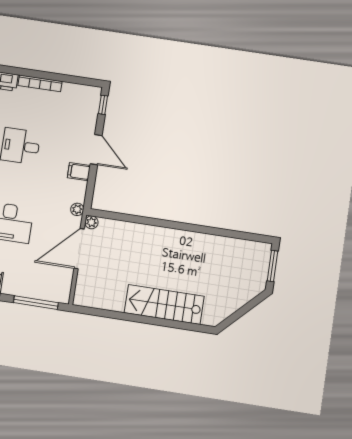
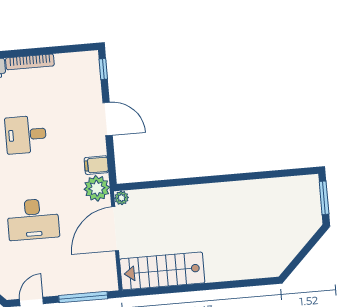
filing cabinet: (79, 172) -> (96, 165), moved
plant: (77, 209) -> (97, 188), width x1.87, depth x1.87
stairs: (164, 305) -> (162, 271), moved

